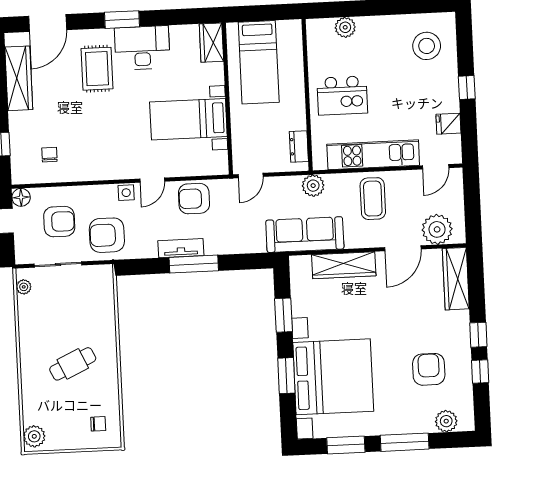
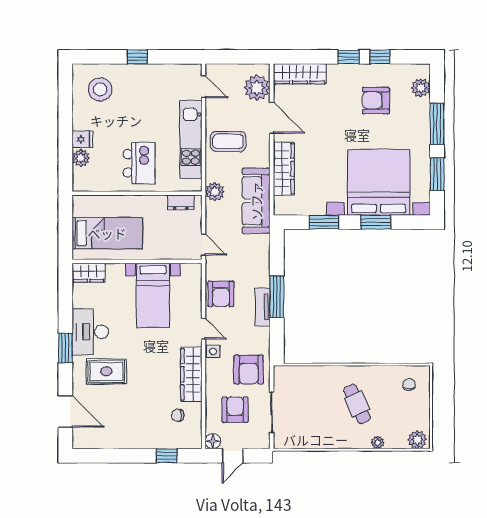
wardrobe: (19, 78) -> (191, 374), moved, turned -90
fridge: (448, 124) -> (82, 139), moved, turned -90
plant: (24, 287) -> (378, 443), moved

